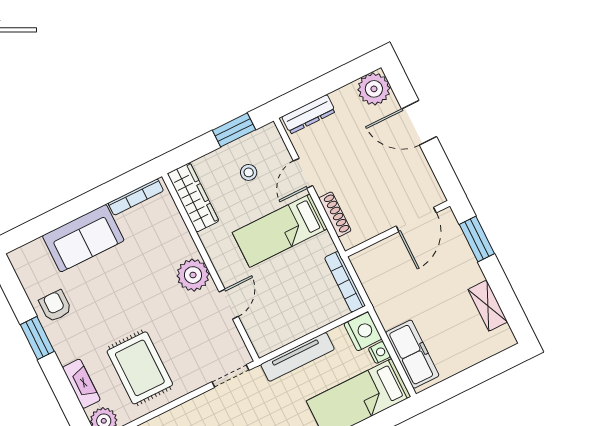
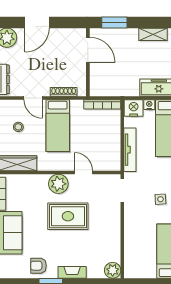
rug: (140, 368) -> (68, 216), moved
fireplace: (81, 384) -> (72, 272), moved

